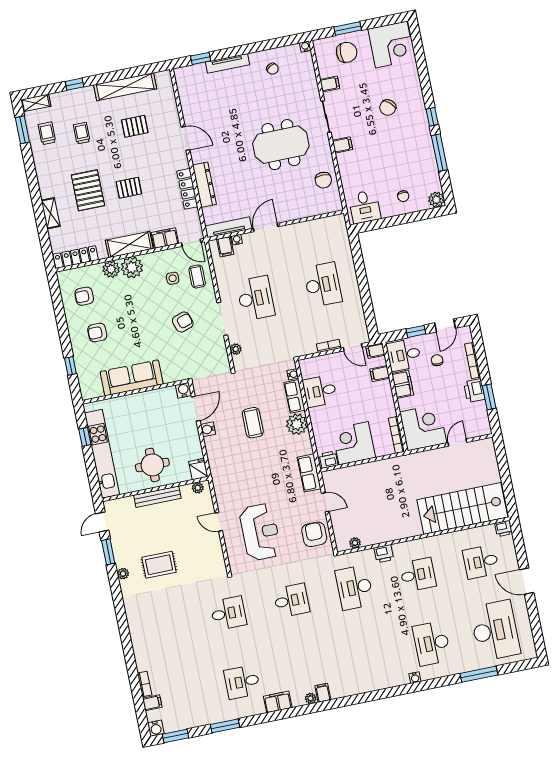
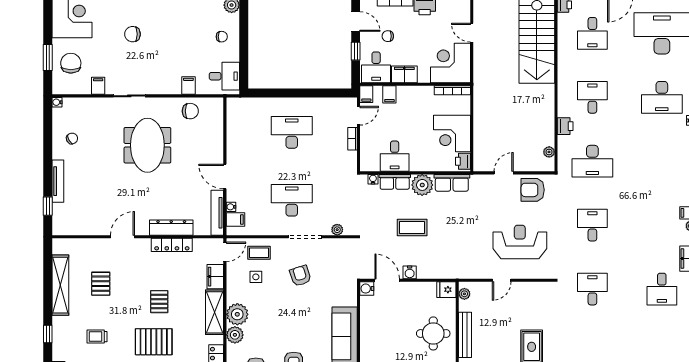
chair: (388, 108) -> (132, 34), turned 137
filing cabinet: (342, 145) -> (188, 86), moved
row of seats: (309, 473) -> (452, 183), moved

